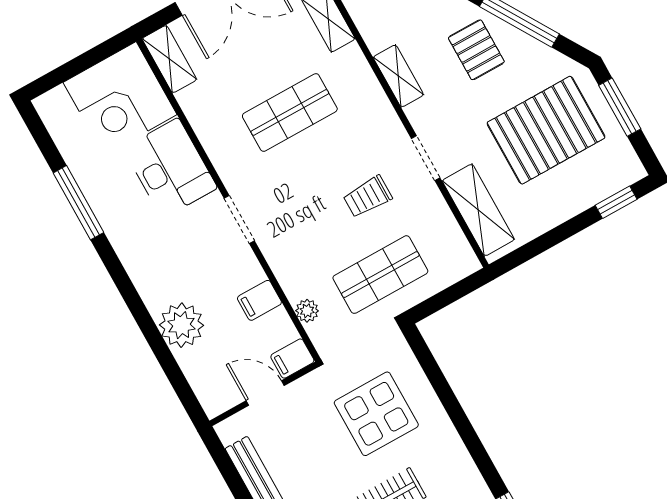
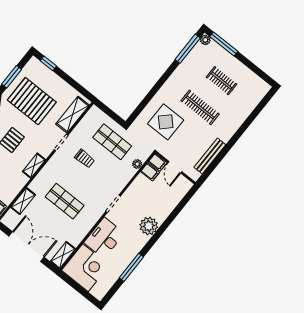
filing cabinet: (259, 300) -> (150, 172), moved
plant: (181, 325) -> (149, 226), moved

